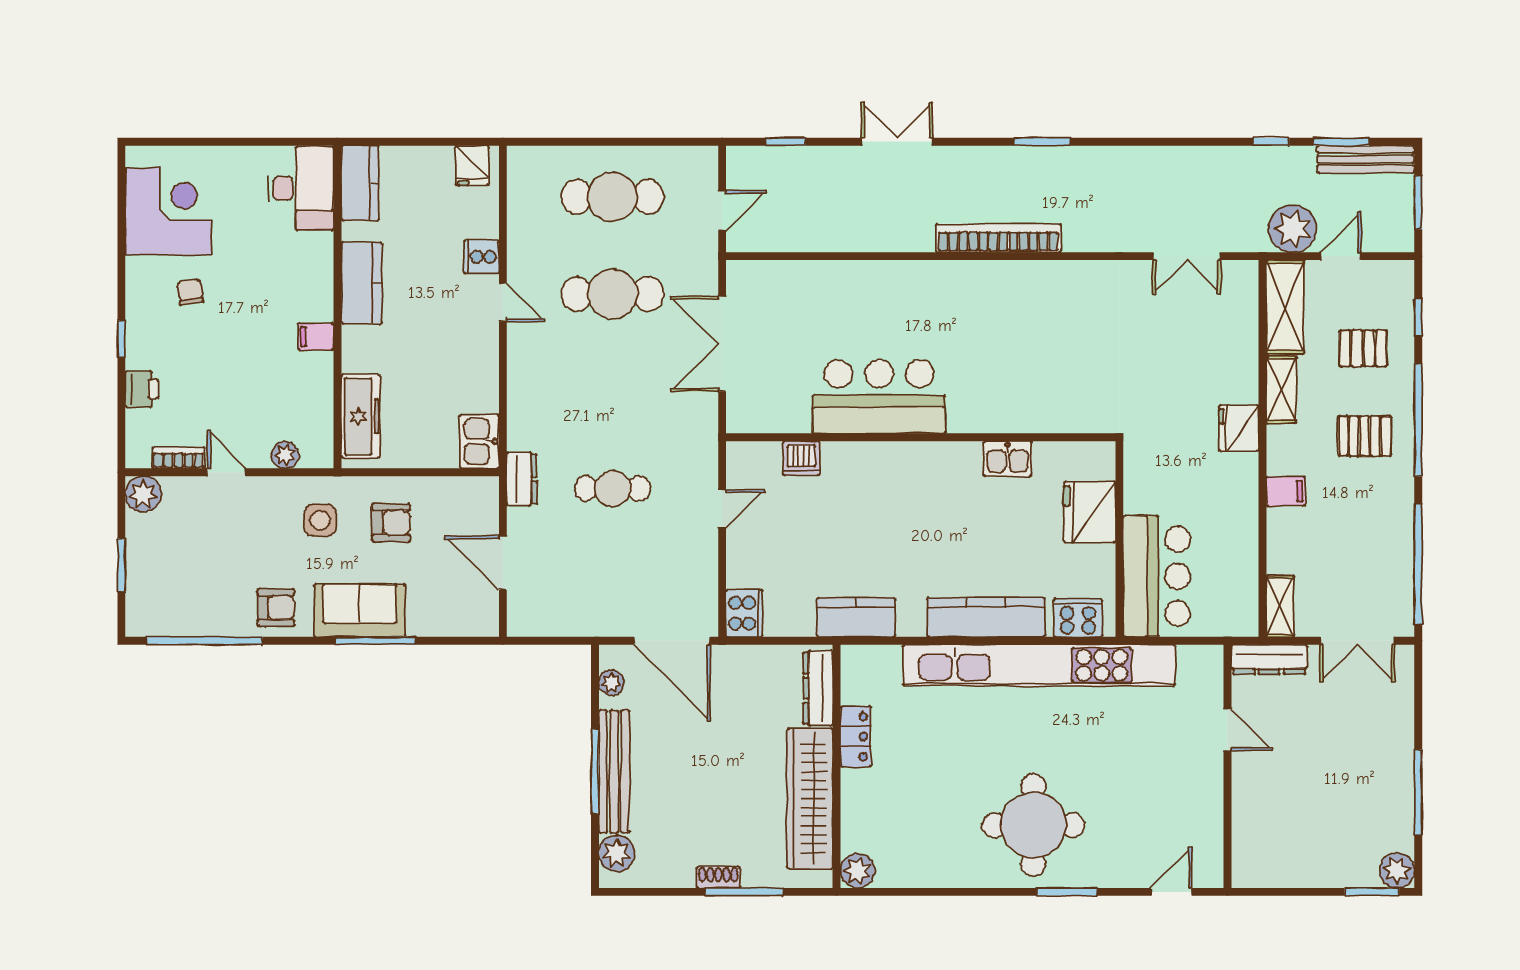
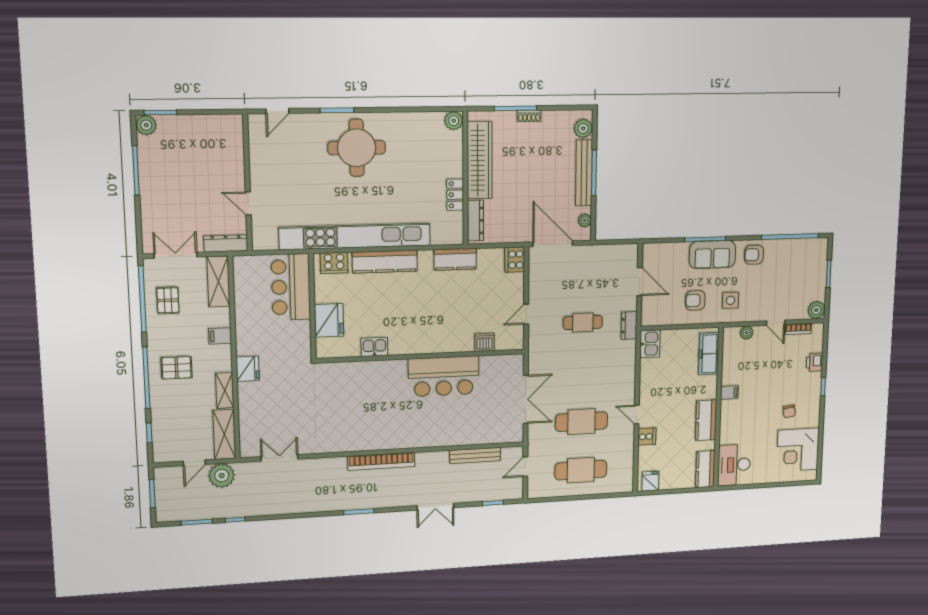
bench: (1366, 159) -> (475, 455), moved
pallet: (1363, 348) -> (168, 300), moved, turned 90
shelving: (1280, 606) -> (218, 282), width x1.50, depth x1.33

